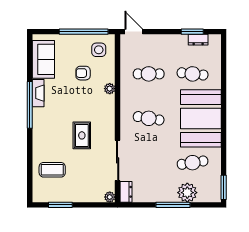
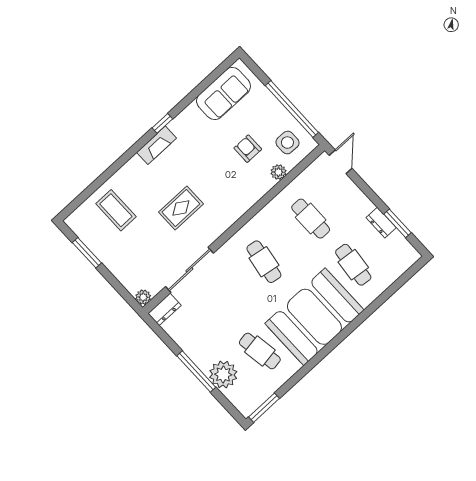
dresser: (198, 40) -> (381, 223), moved
plant: (110, 89) -> (278, 172), moved
fireplace: (38, 93) -> (157, 145), moved
window: (30, 105) -> (162, 123), width x0.32

